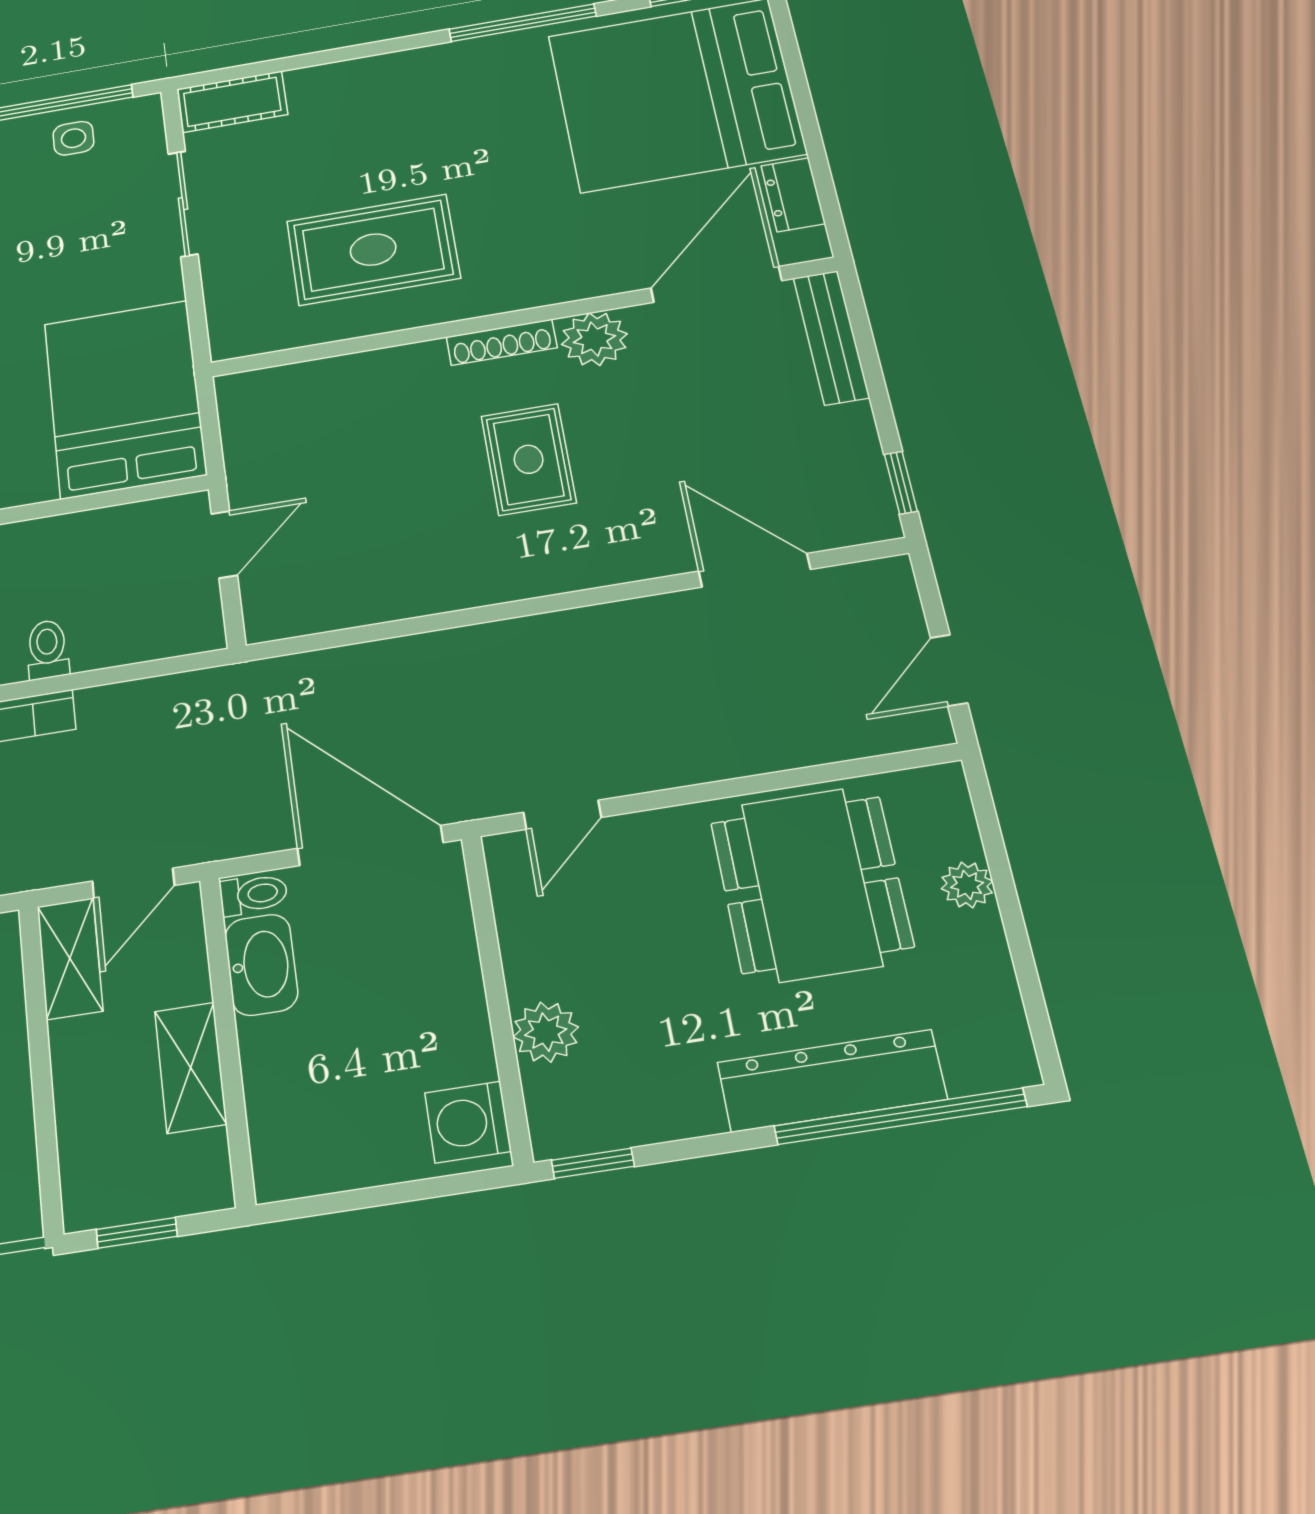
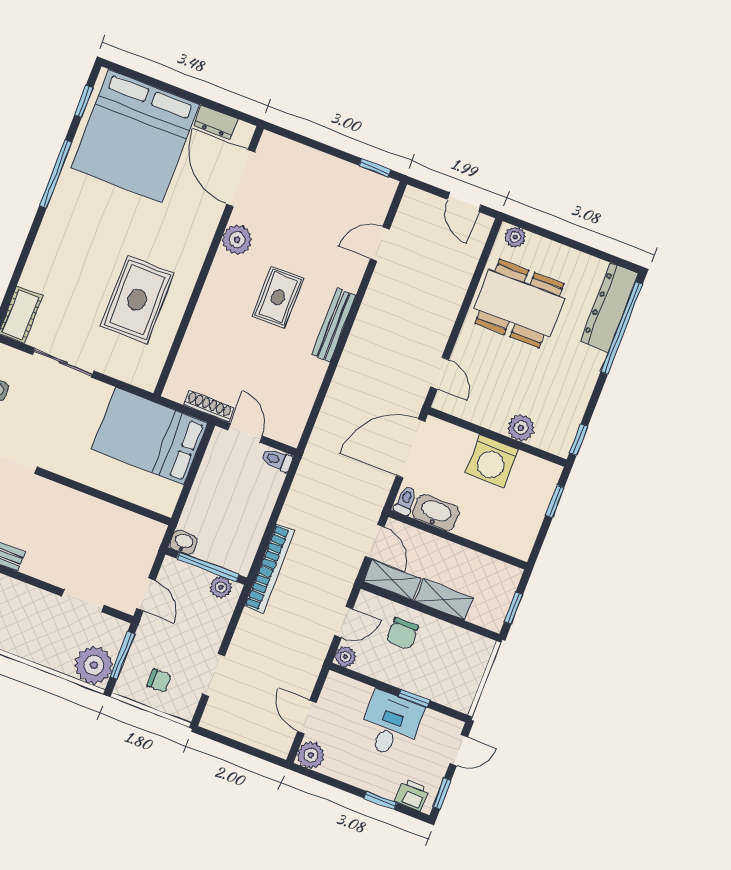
bench: (831, 337) -> (334, 325), moved, turned 90
shoe rack: (502, 342) -> (209, 406), moved, turned -90
rug: (529, 459) -> (278, 297), turned 90
door: (755, 570) -> (380, 244), width x0.73
toilet: (48, 649) -> (277, 460), moved
plant: (967, 885) -> (515, 237), moved
shelving: (191, 1067) -> (444, 599), moved
dresser: (832, 1081) -> (609, 307), moved
washing machine: (468, 1122) -> (492, 461), moved, width x1.37, depth x1.37
window: (425, 1189) -> (555, 501), added

